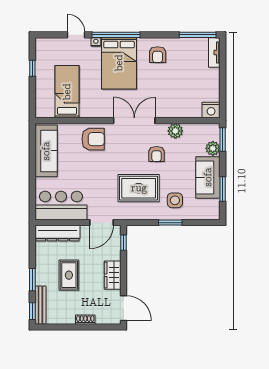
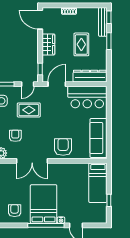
bed: (67, 92) -> (98, 183), moved
armchair: (93, 139) -> (63, 147), turned 90
rug: (139, 188) -> (29, 110), width x0.73, depth x0.70
door: (140, 223) -> (28, 84), added

